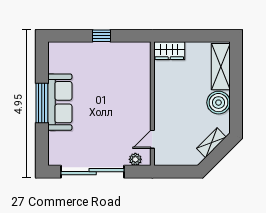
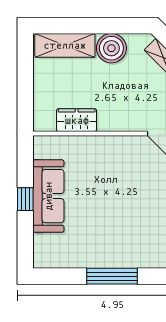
wardrobe: (169, 51) -> (77, 120), moved, turned -90
sofa: (60, 102) -> (48, 196), moved, turned 90

